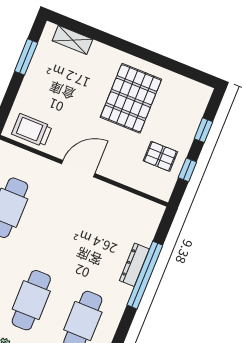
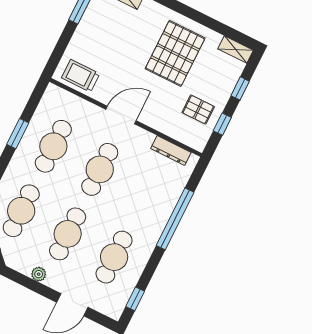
shelving: (195, 89) -> (236, 50), added
cafe table: (60, 229) -> (100, 169), added
dresser: (134, 265) -> (171, 151), moved, turned -90

